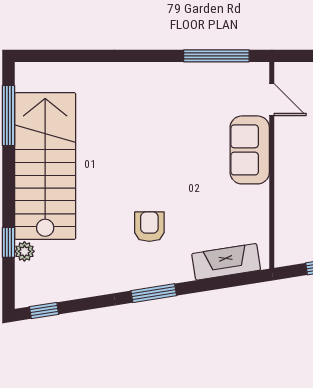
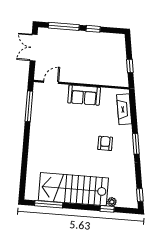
sofa: (250, 150) -> (84, 95), moved
armchair: (149, 227) -> (105, 143), turned 90

